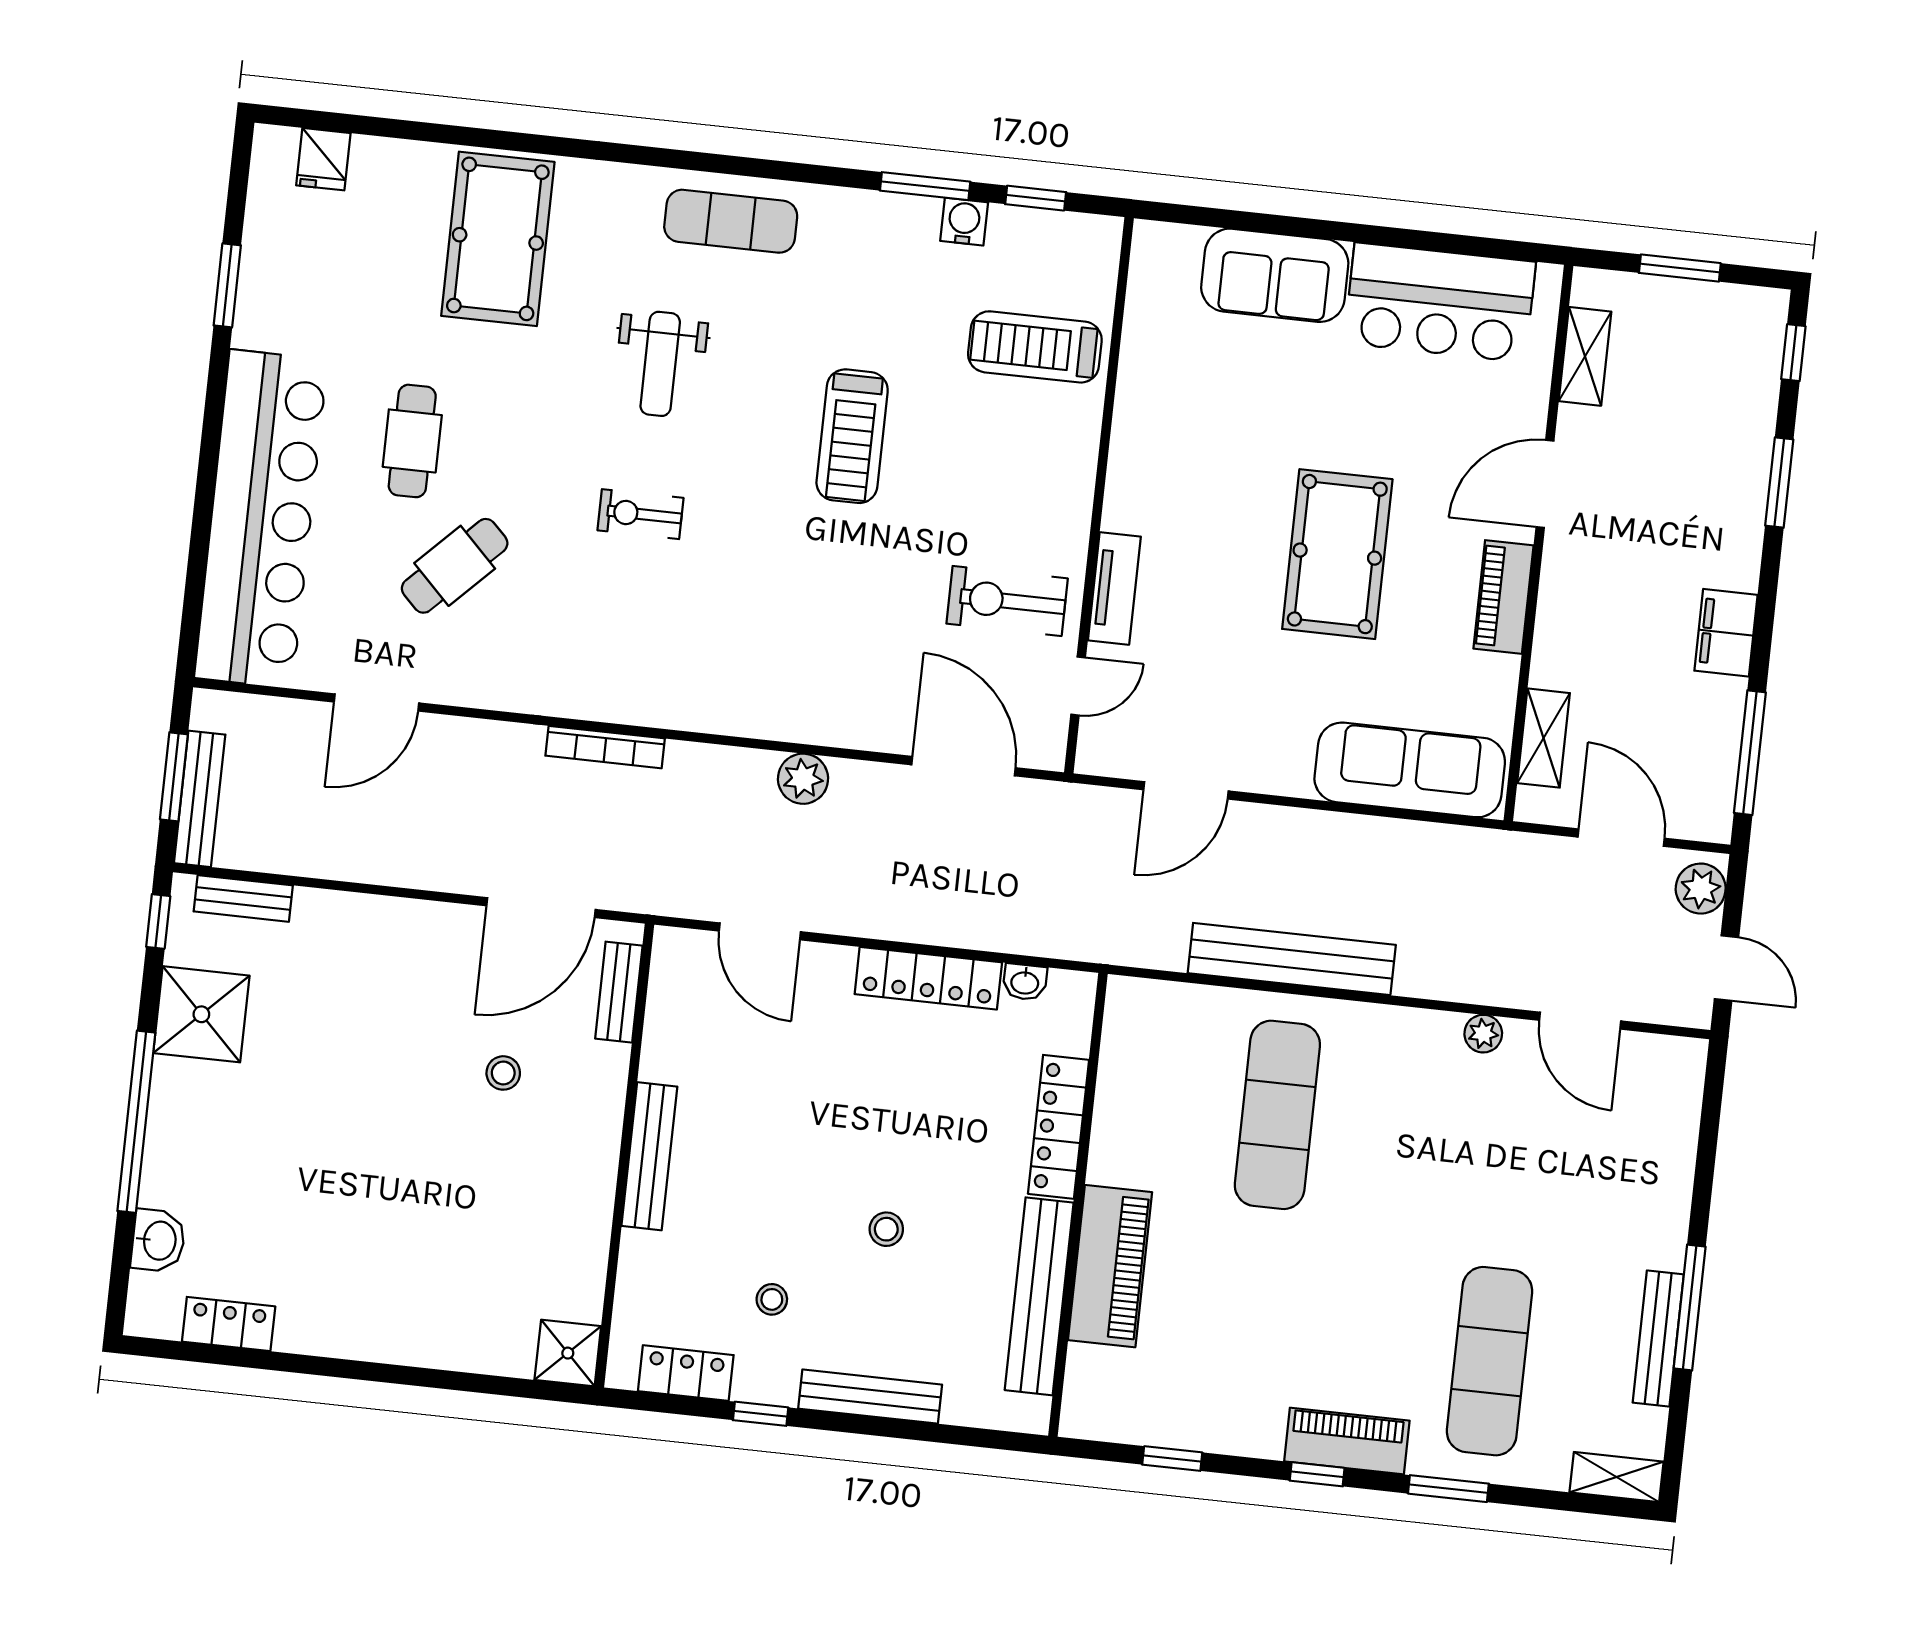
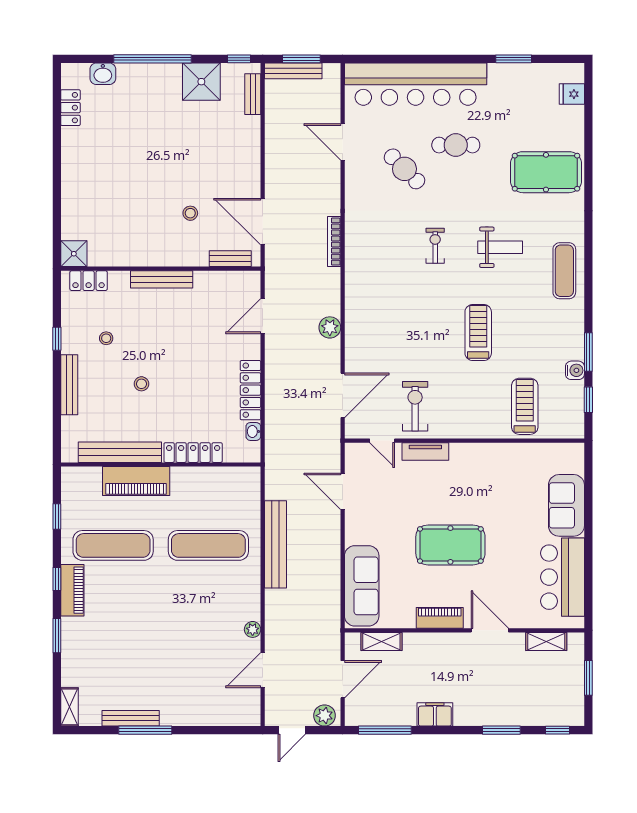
weight bench: (660, 364) -> (500, 247), turned 180
treadmill: (852, 436) -> (478, 332), turned 90
exercise mat: (1489, 1361) -> (113, 545), moved
locker: (686, 1373) -> (89, 281), moved, turned 90

